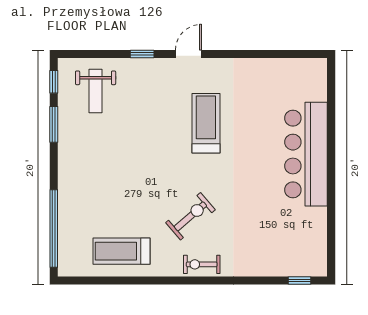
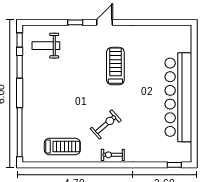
weight bench: (96, 91) -> (46, 46), turned 90
bar counter: (306, 154) -> (178, 97), width x1.36
treadmill: (122, 251) -> (62, 146), turned 180

